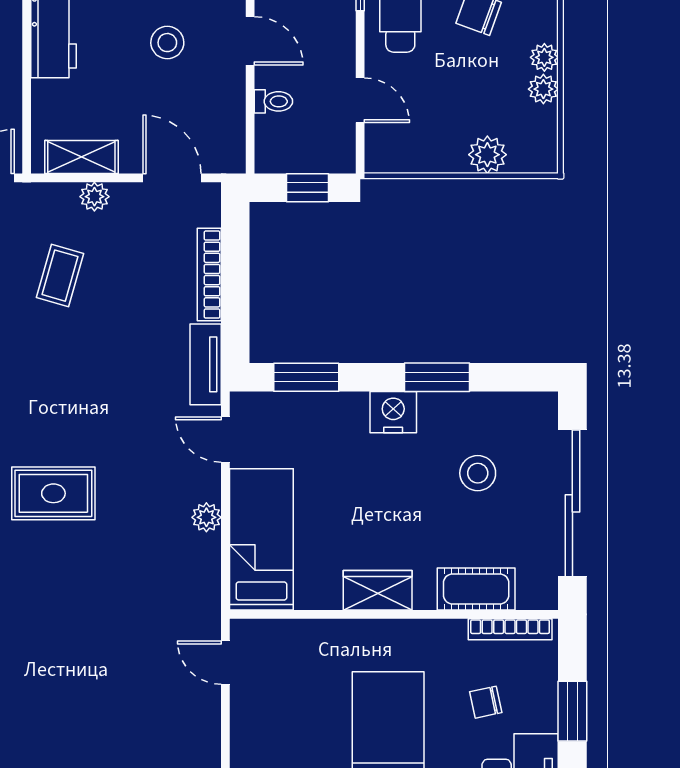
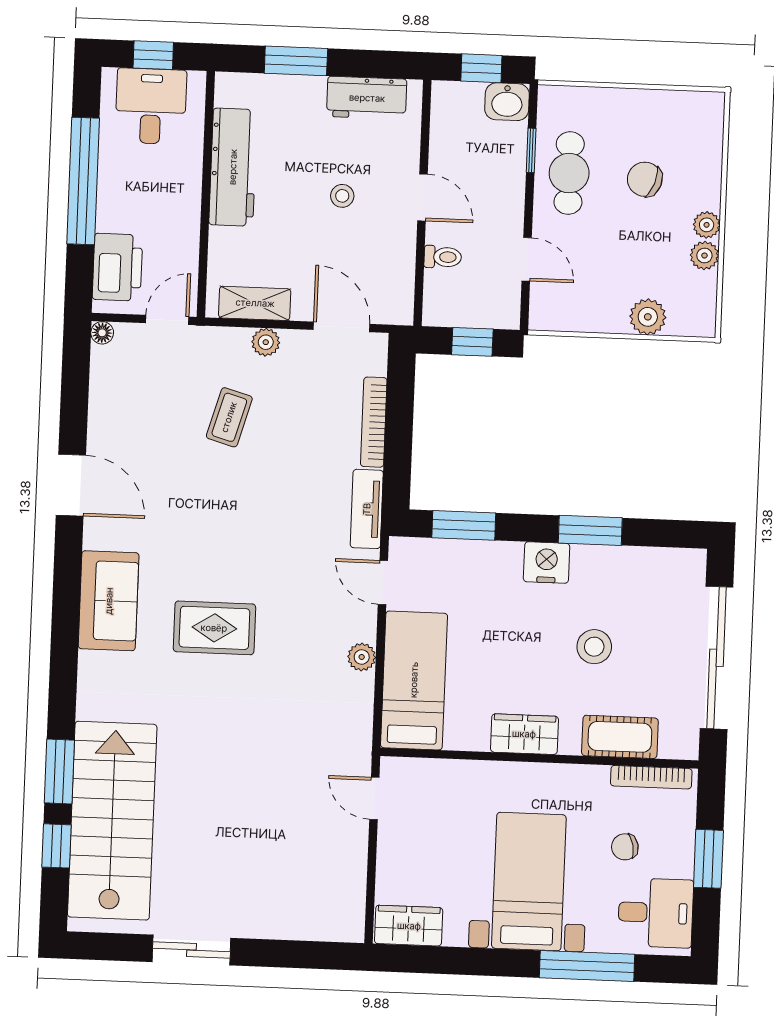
stool: (167, 43) -> (342, 196), width x0.73, depth x0.73
stool: (478, 473) -> (594, 647), moved

